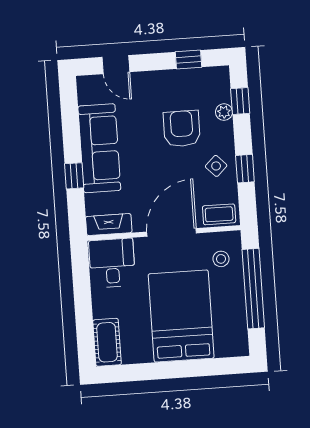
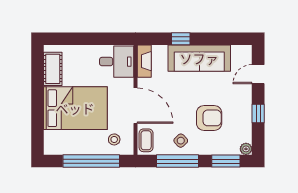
window: (189, 59) -> (258, 113), moved
window: (240, 101) -> (226, 161), width x1.50
plant: (224, 112) -> (246, 149), moved
window: (245, 169) -> (177, 161), width x2.17
cot: (107, 342) -> (53, 69), moved, turned 90

